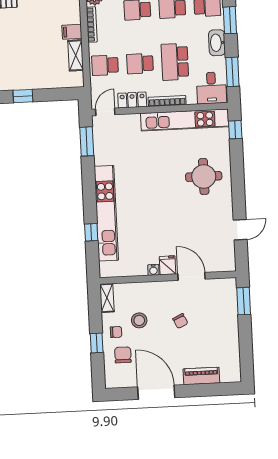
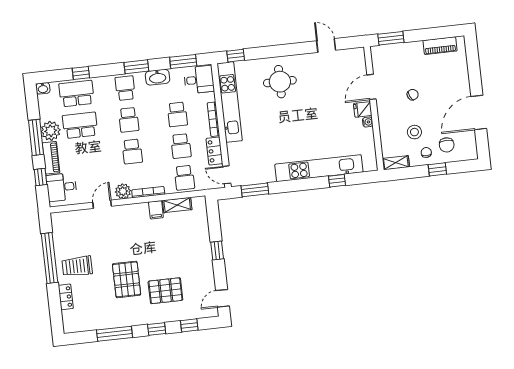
school desk: (175, 62) -> (177, 114), width x0.54
chair: (123, 355) -> (447, 145), turned -90
piano: (201, 376) -> (440, 46), moved, turned -90

